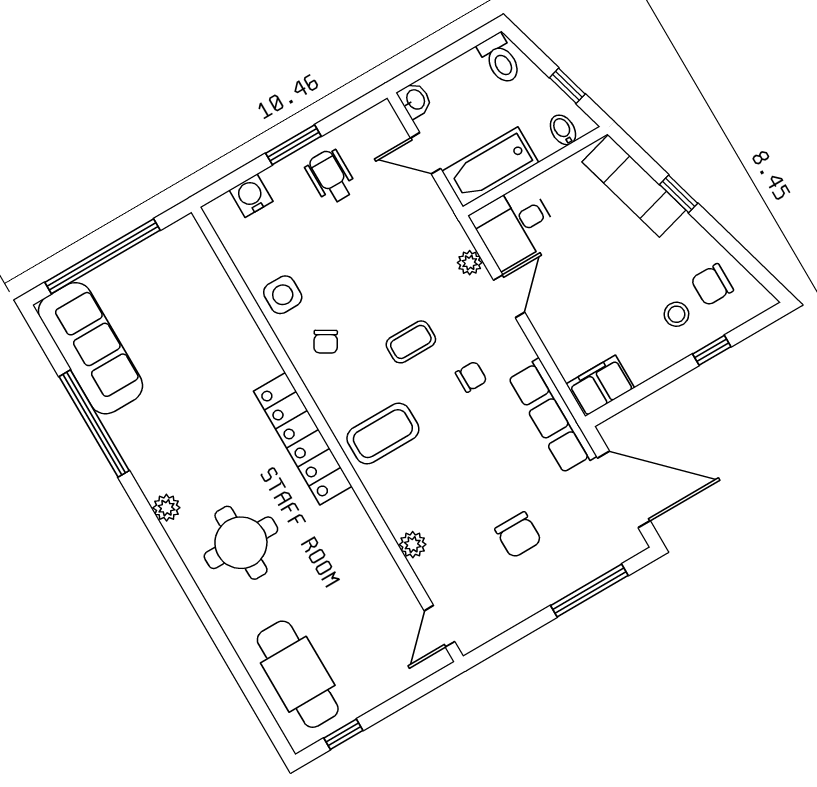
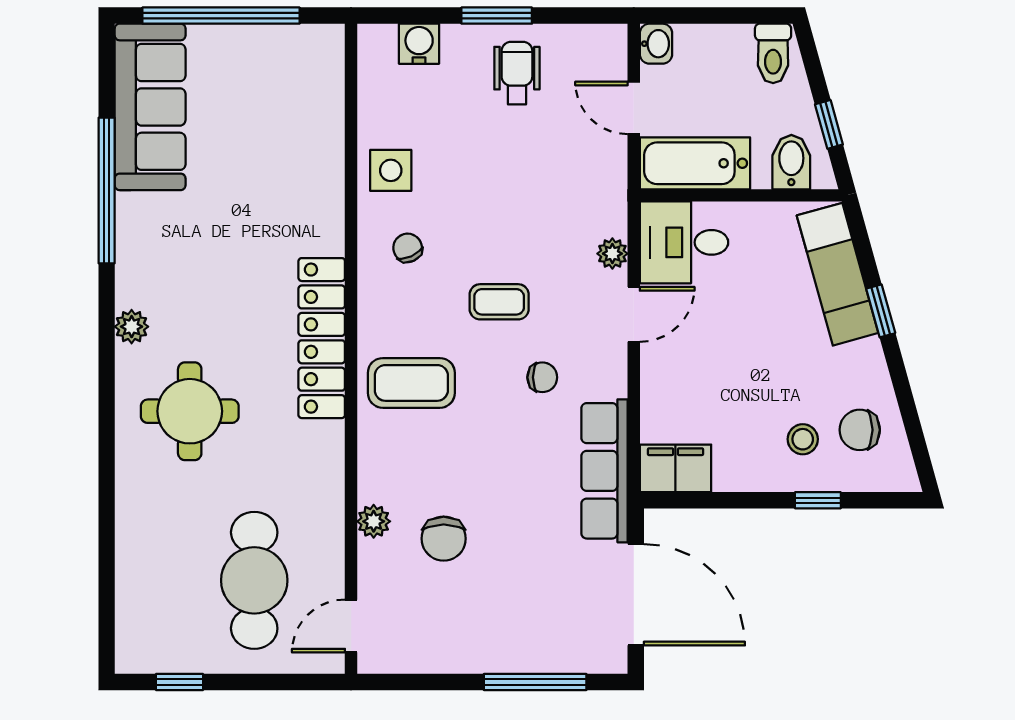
bidet: (563, 130) -> (791, 162), width x1.38, depth x1.36
chair: (326, 342) -> (408, 248), turned 125
chair: (518, 535) -> (444, 539), moved
cafe table: (298, 674) -> (254, 580), moved

